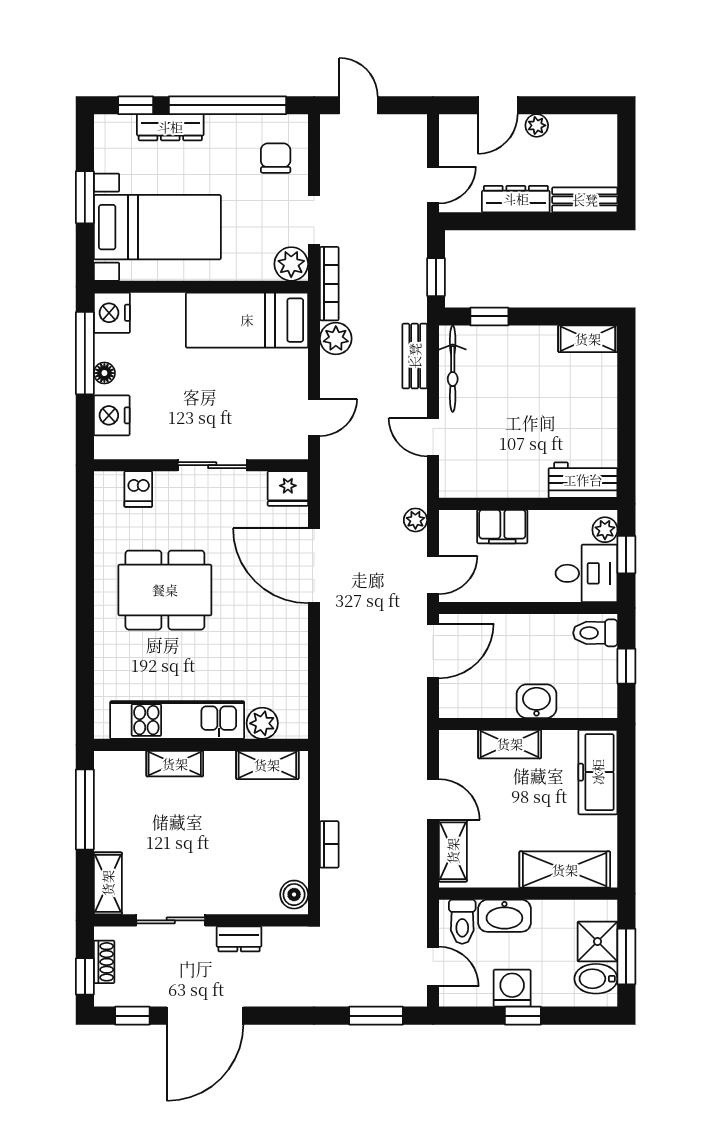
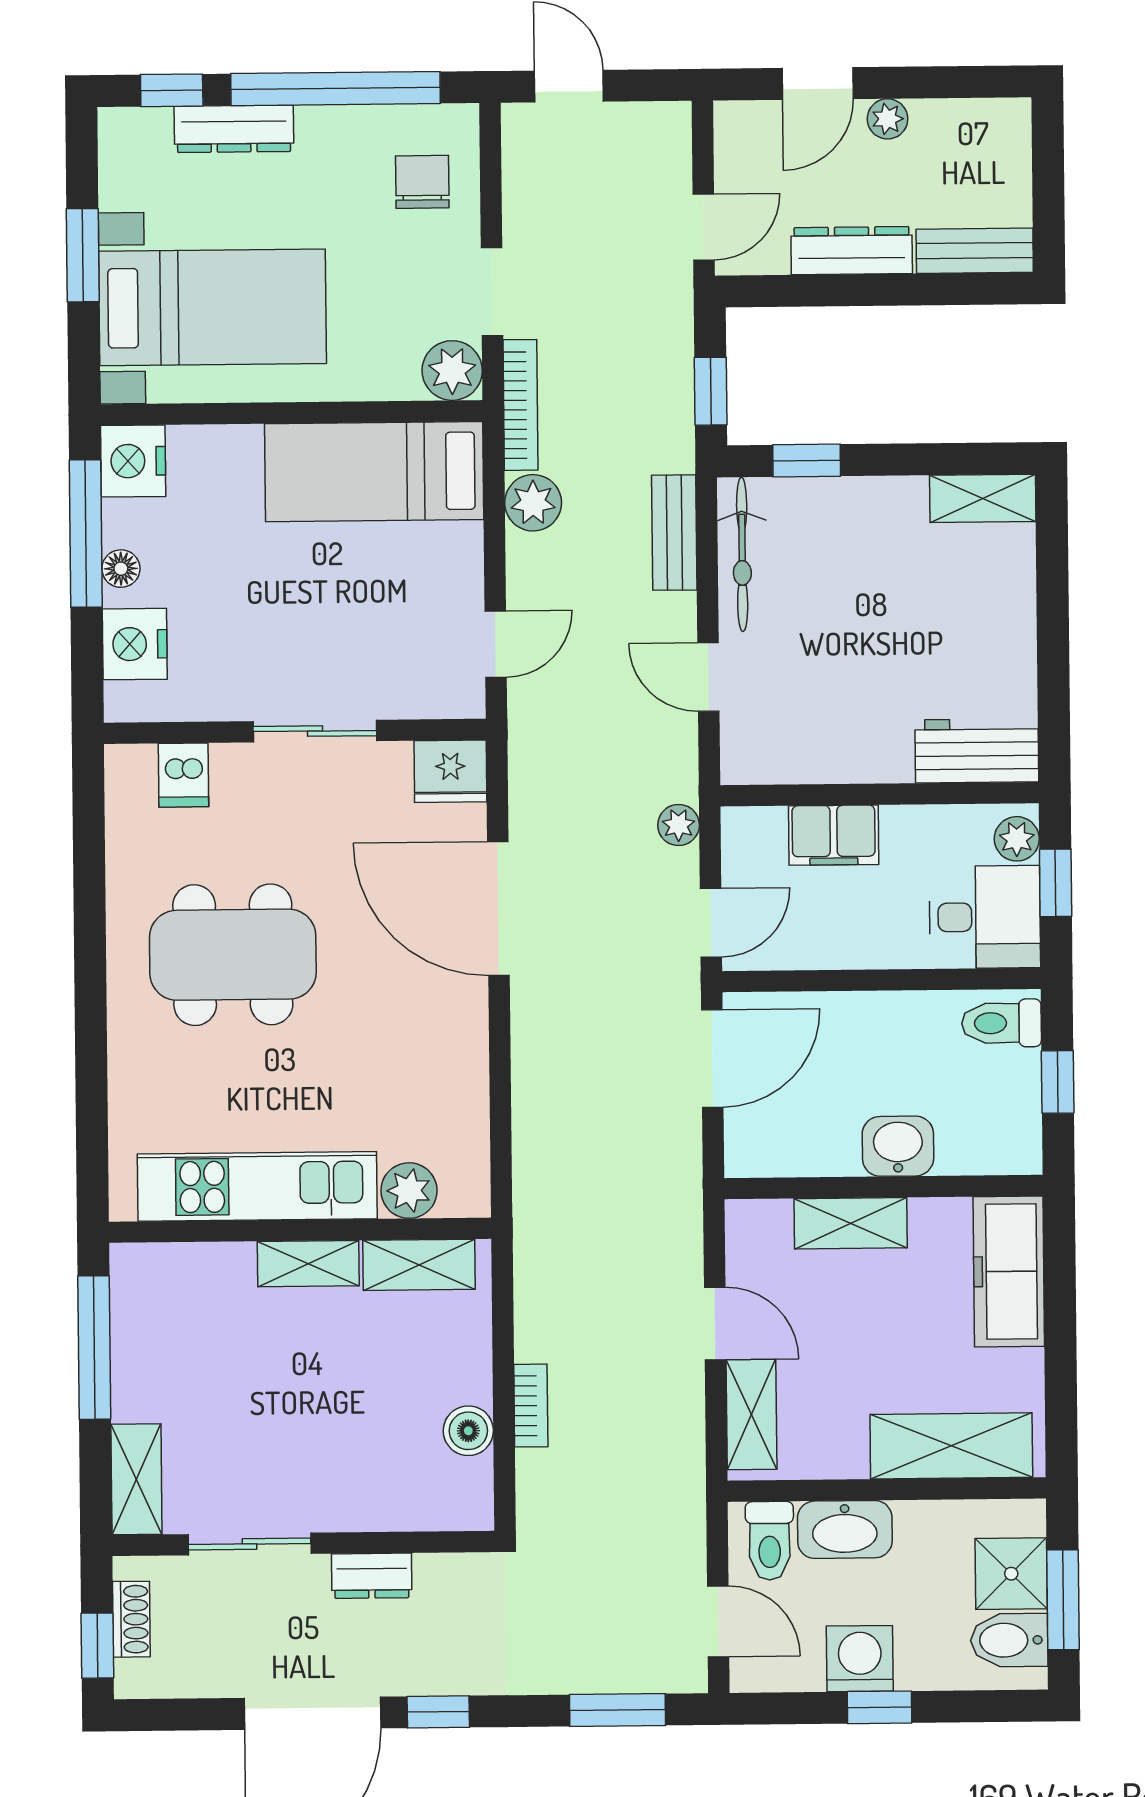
shelving: (175, 764) -> (308, 1264), moved
boiler: (294, 895) -> (468, 1431), moved
window: (132, 1016) -> (438, 1712), moved

